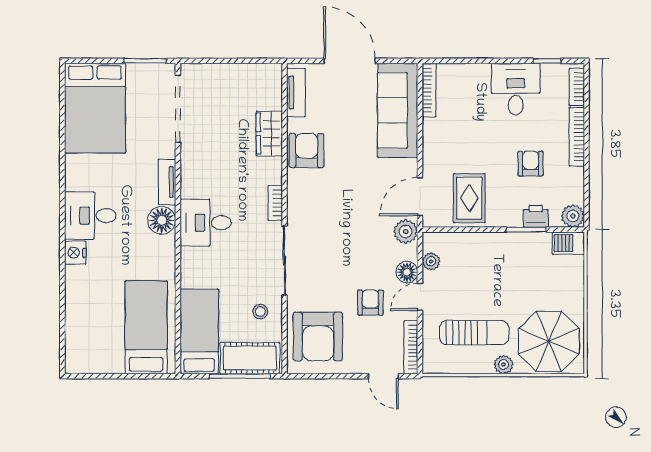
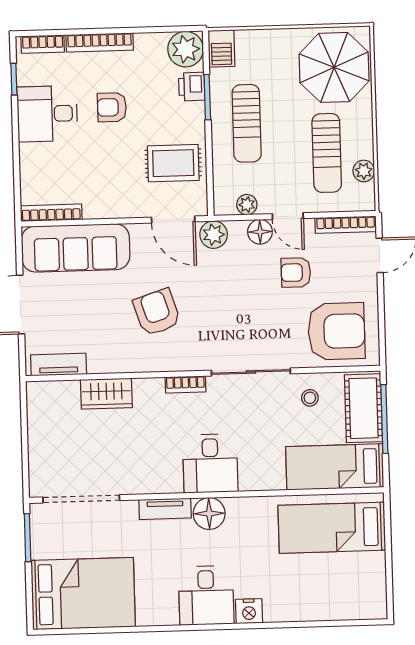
armchair: (307, 151) -> (157, 312), moved, turned 72
armchair: (531, 164) -> (112, 107), moved
plant: (573, 216) -> (186, 49), width x1.36, depth x1.36
sun lounger: (502, 263) -> (247, 123), added
sun lounger: (474, 333) -> (327, 153), turned 180
plant: (503, 365) -> (364, 171), moved

